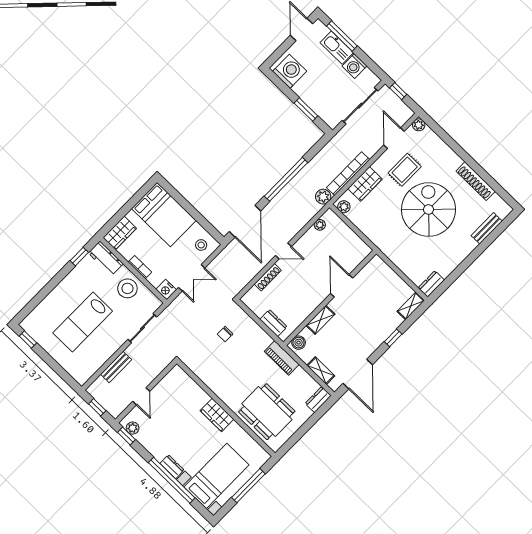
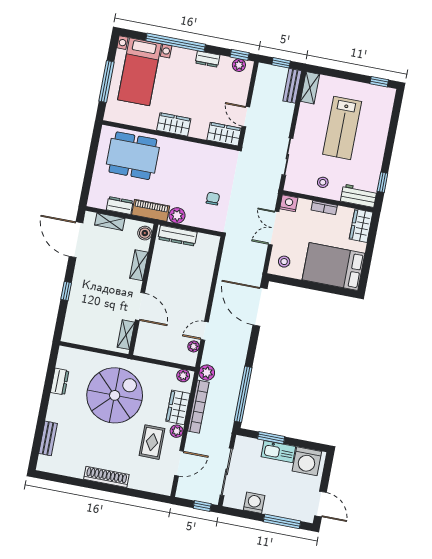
kitchen sink: (337, 48) -> (278, 452), moved, turned 180
plant: (419, 125) -> (177, 431), moved
door: (394, 138) -> (179, 463), hinge flipped
window: (286, 179) -> (243, 394), moved
shoe rack: (476, 181) -> (106, 477), moved
spiral stairs: (429, 210) -> (115, 395), moved, turned -90
door: (283, 251) -> (205, 331), moved
shoe rack: (268, 277) -> (209, 272), removed
dresser: (431, 284) -> (60, 382), moved
stool: (127, 288) -> (323, 182), width x0.53, depth x0.53
shelving: (411, 306) -> (126, 335), moved
lab bench: (83, 322) -> (342, 128), turned 180
dresser: (273, 323) -> (178, 236), width x1.44
plant: (263, 340) -> (177, 215), added
bench: (116, 367) -> (292, 86), moved
shelving: (87, 372) -> (310, 88), added
wardrobe: (181, 380) -> (224, 134), added
door: (141, 396) -> (246, 117), moved
dresser: (318, 400) -> (120, 205), moved, turned -90
dresser: (172, 467) -> (208, 59), moved

